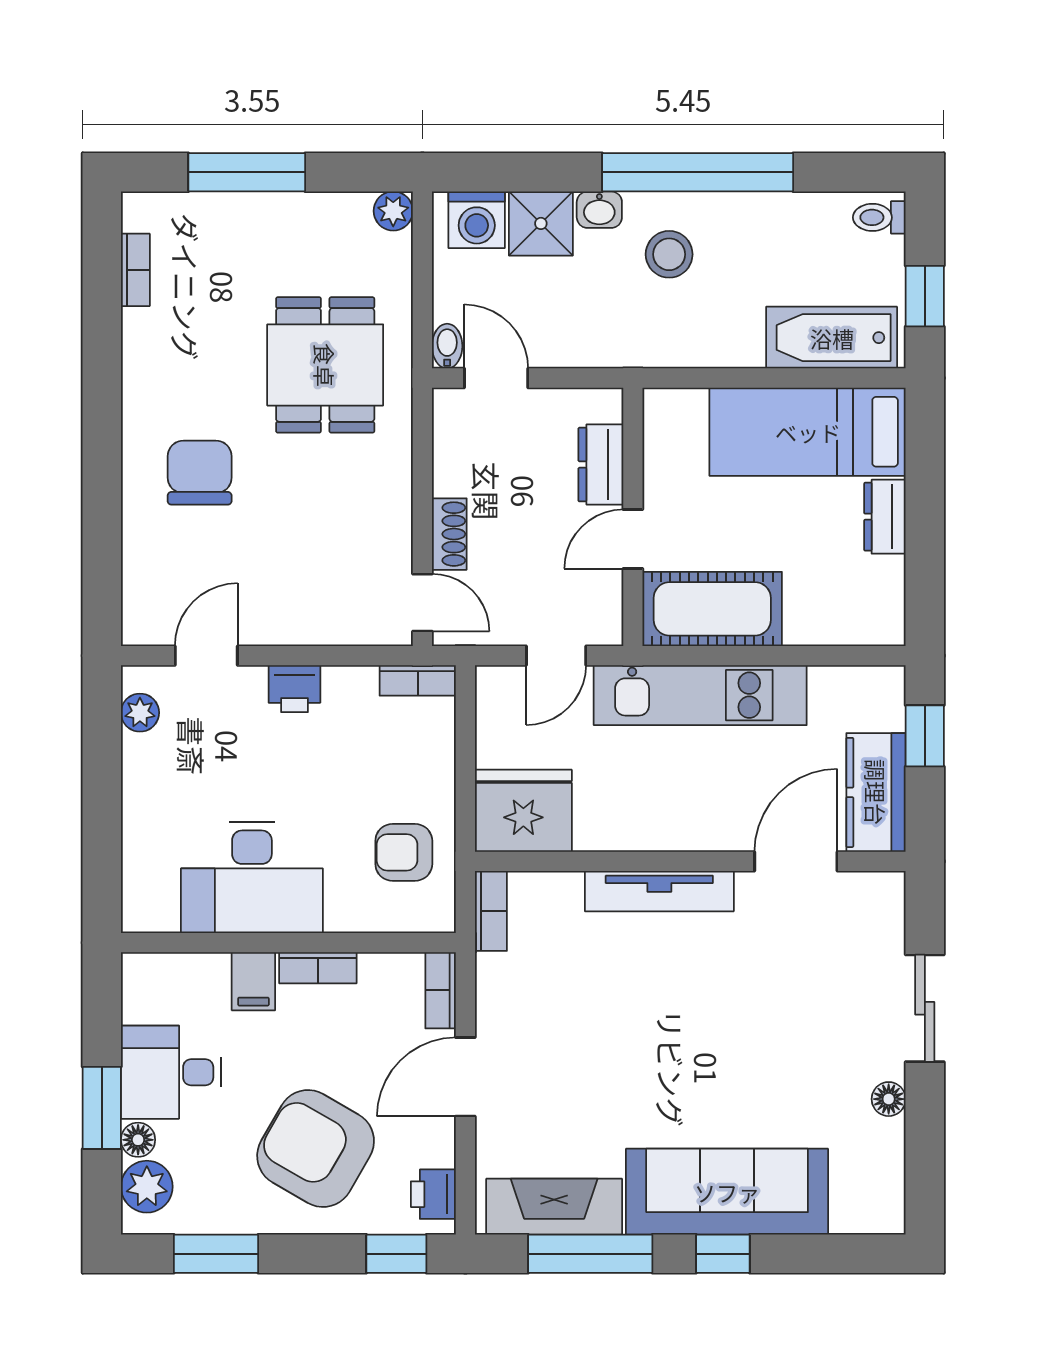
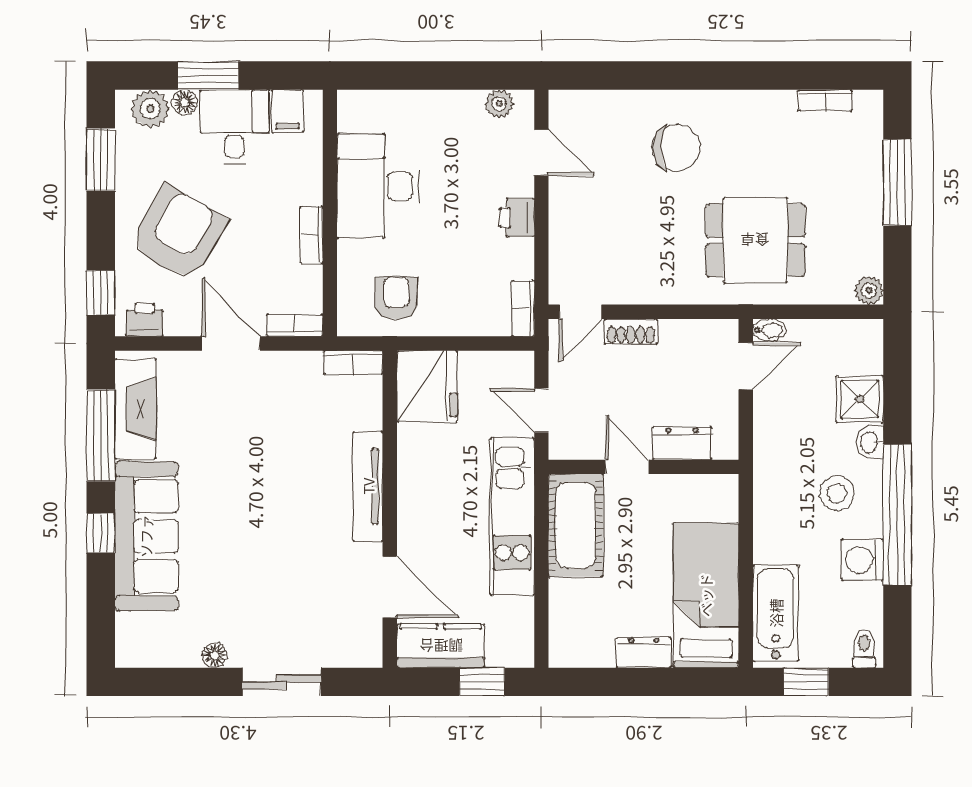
washing machine: (477, 220) -> (862, 560), moved
filing cabinet: (253, 981) -> (288, 111), moved, turned -90

